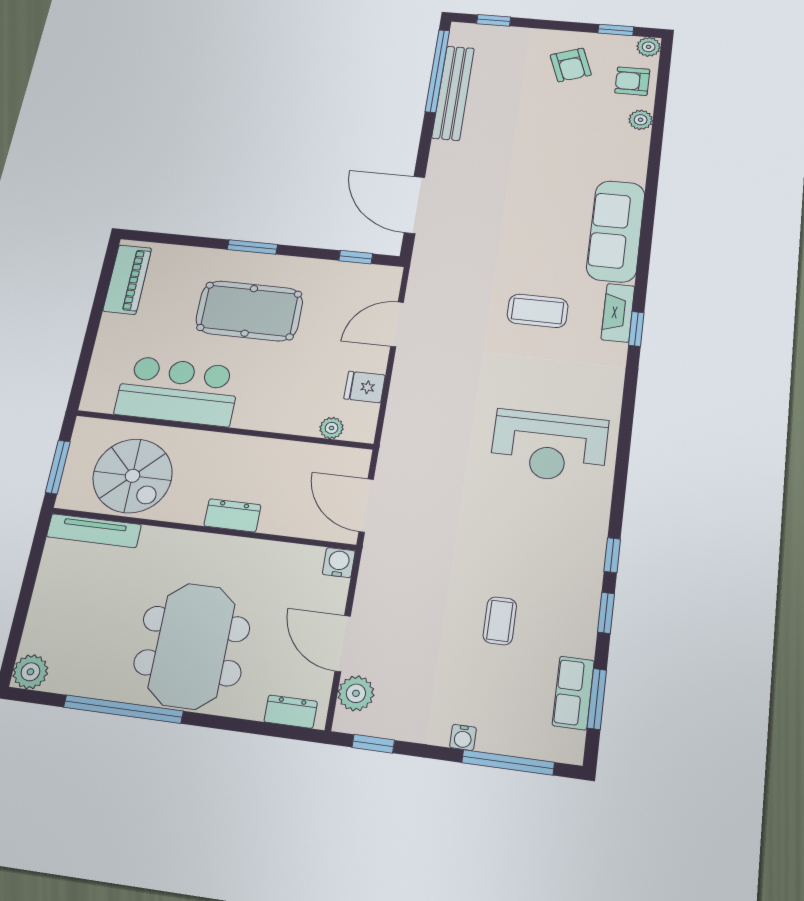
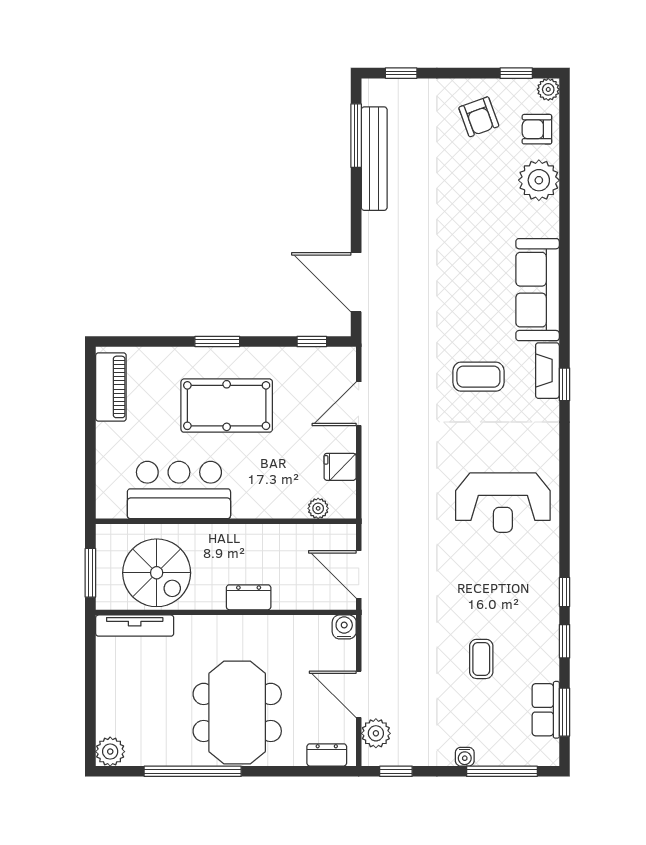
window: (437, 71) -> (356, 136), width x0.68
plant: (641, 120) -> (539, 180), width x1.87, depth x1.87

